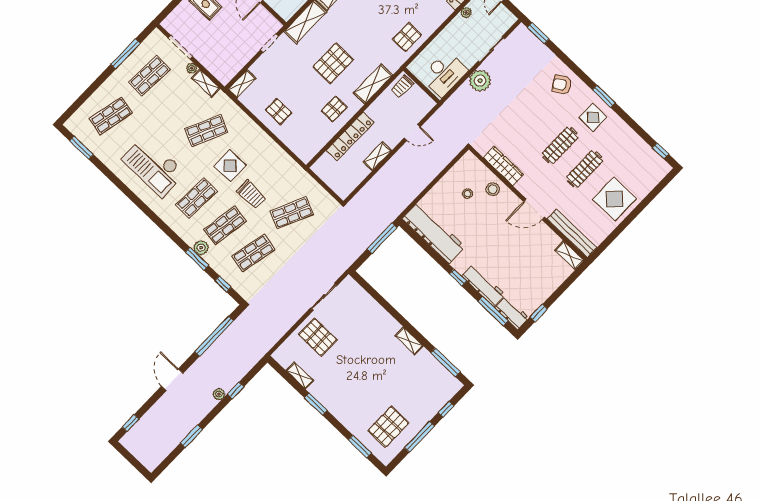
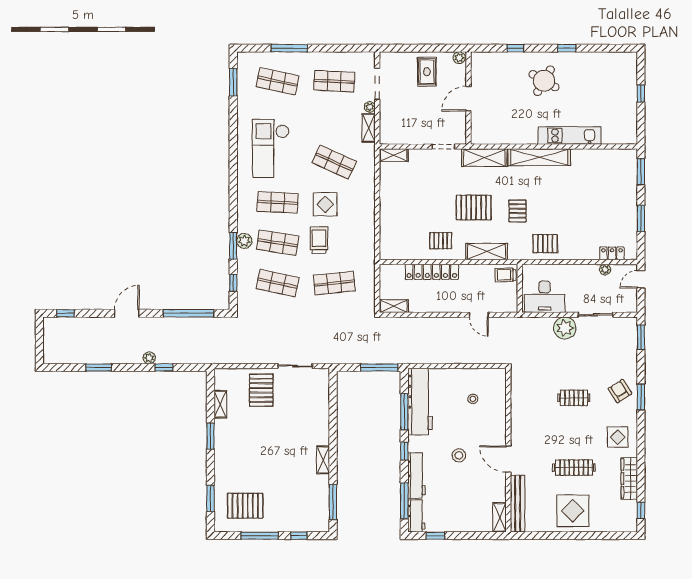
window: (126, 54) -> (289, 48), moved
window: (604, 96) -> (641, 397), moved
pallet: (279, 111) -> (518, 211), moved
clothes rail: (560, 145) -> (574, 398), moved, width x0.73
shelving: (377, 156) -> (394, 306), moved
wardrobe: (503, 166) -> (629, 478), moved, turned 180
stool: (493, 189) -> (459, 455), moved
trolley: (251, 194) -> (319, 240), turned 180
shop shelf: (292, 213) -> (334, 283), turned -30
window: (430, 251) -> (404, 412), added

